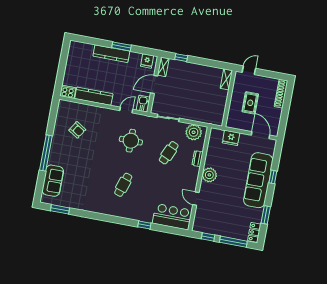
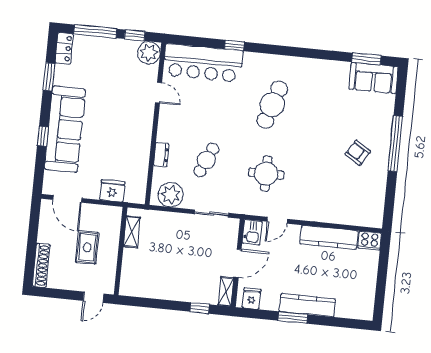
shelving: (226, 79) -> (132, 232), moved
armchair: (77, 130) -> (358, 153), moved
plant: (209, 175) -> (149, 53), moved
sofa: (53, 181) -> (374, 78), moved, turned -90
cafe table: (123, 185) -> (272, 105), width x1.37, depth x1.35
bar counter: (172, 217) -> (203, 63), width x1.36

